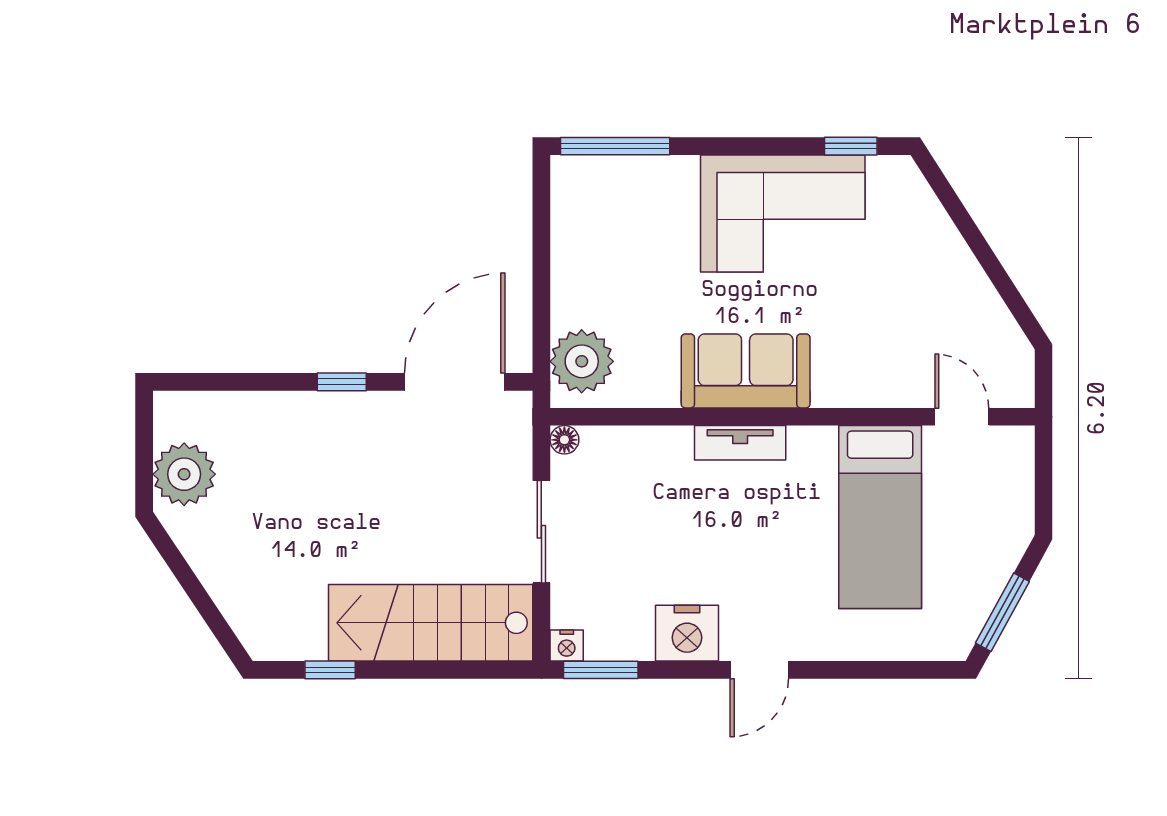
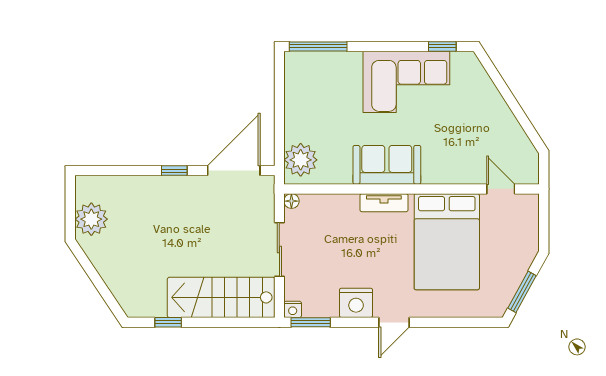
bed: (880, 517) -> (447, 242), width x1.50

